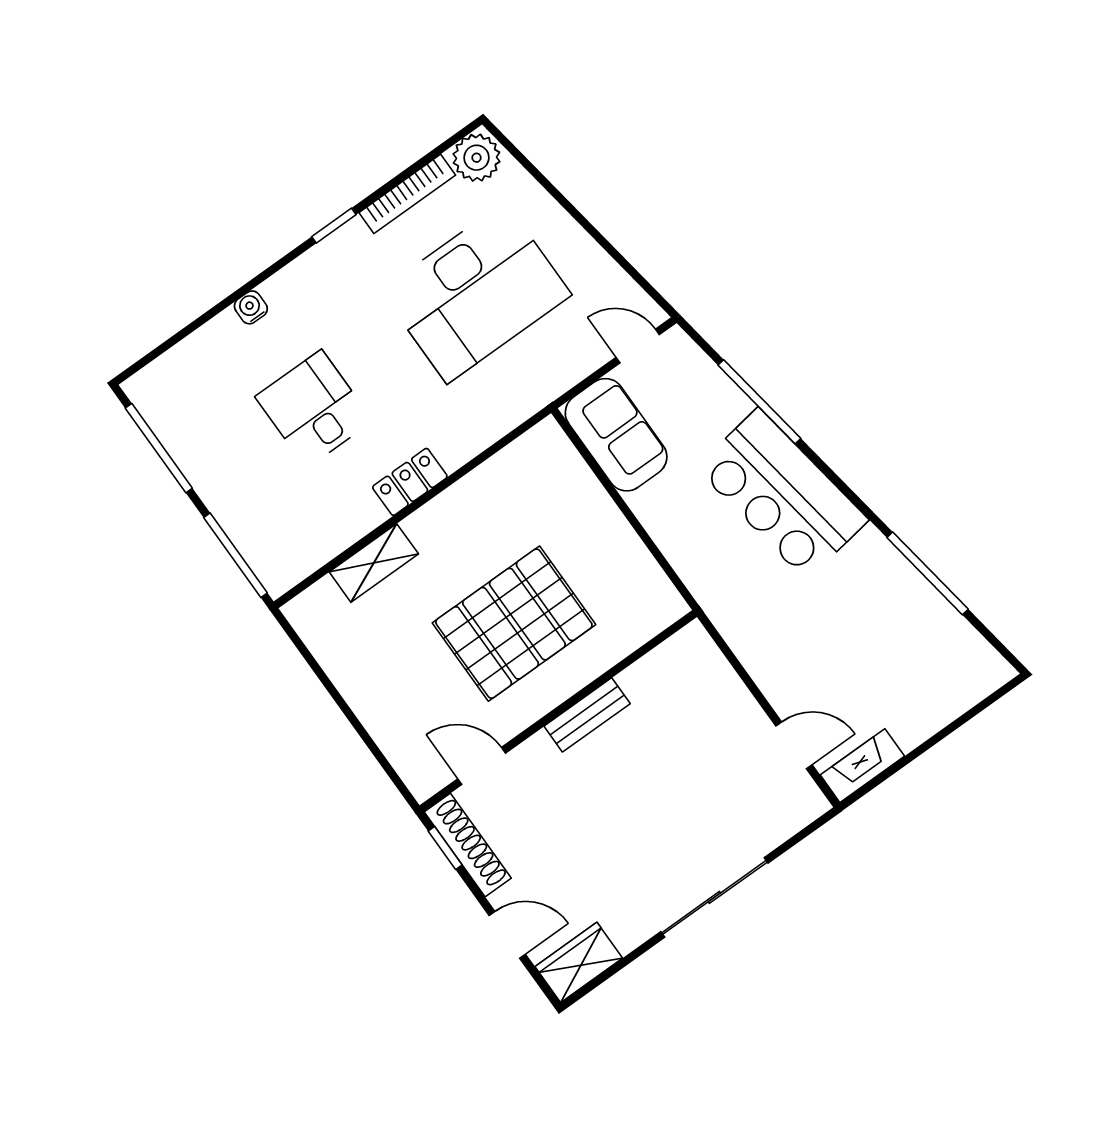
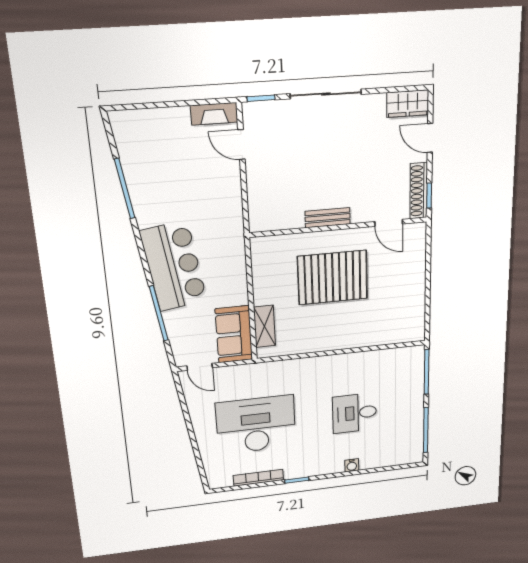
plant: (477, 158) -> (220, 478), removed
desk: (314, 409) -> (355, 413), turned 90
locker: (410, 482) -> (336, 363), removed
shelving: (374, 563) -> (264, 326), moved, turned 90
window: (807, 831) -> (261, 98), added

